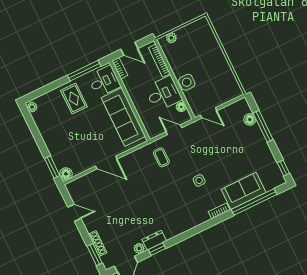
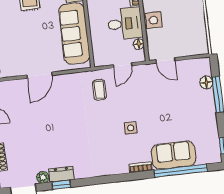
door: (174, 130) -> (123, 65), swing flipped
door: (106, 163) -> (40, 75), hinge flipped

